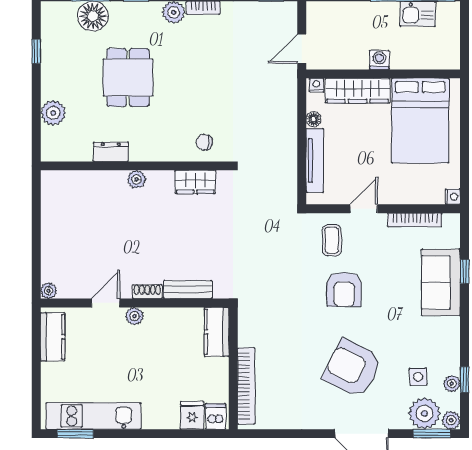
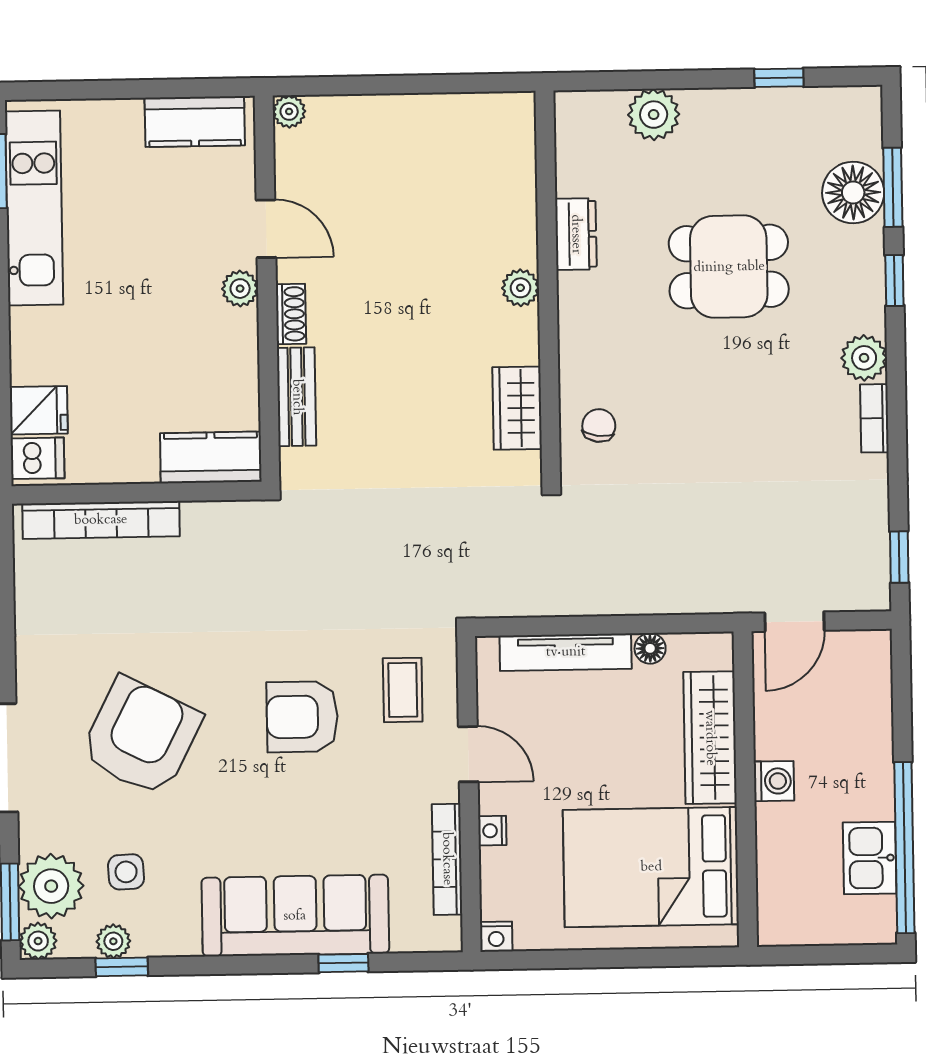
door: (302, 48) -> (794, 622), swing flipped
nightstand: (316, 85) -> (492, 831), moved, turned 180
coffee table: (332, 240) -> (403, 690), turned 90
sofa: (441, 282) -> (295, 916), width x1.36

